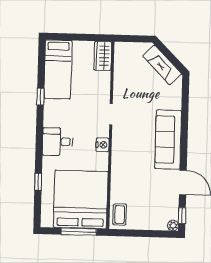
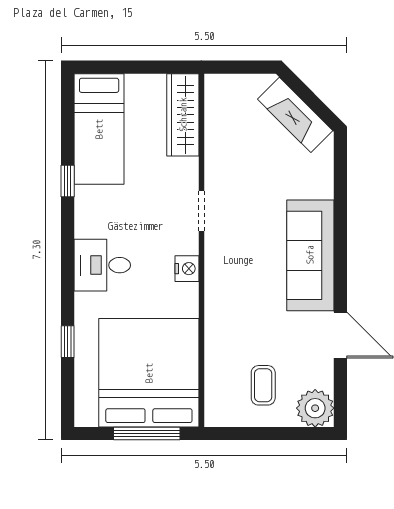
wardrobe: (103, 56) -> (183, 115), width x1.50
coffee table: (120, 214) -> (263, 385), moved
window: (182, 216) -> (340, 398), removed
plant: (173, 225) -> (315, 408), width x1.88, depth x1.88

